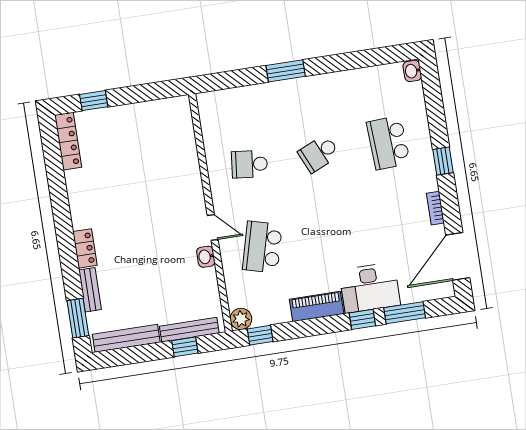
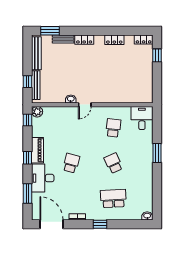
desk: (221, 111) -> (142, 118), added
locker: (68, 141) -> (144, 40), width x0.66
locker: (76, 189) -> (114, 40), added
school desk: (262, 247) -> (71, 163), moved, width x0.54
window: (362, 319) -> (28, 158), moved

